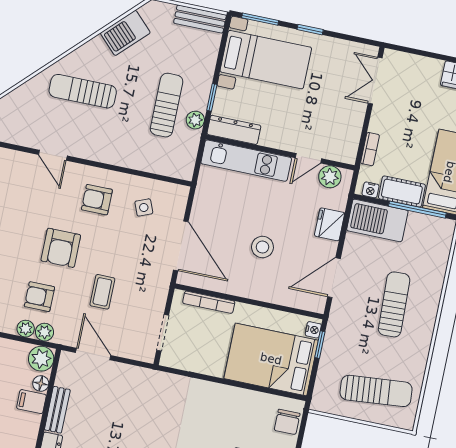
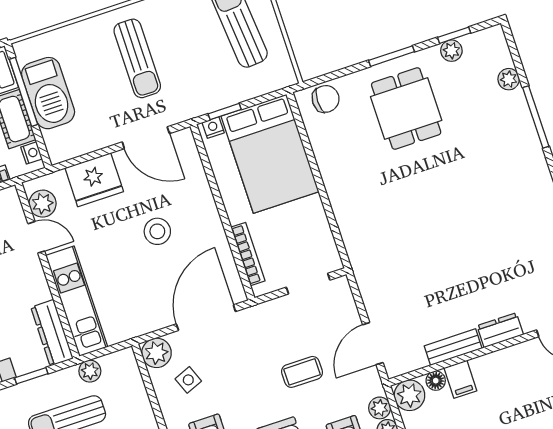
plant: (195, 120) -> (90, 371), moved
plant: (176, 196) -> (157, 353), added
barbecue: (377, 220) -> (48, 93), moved
fridge: (330, 224) -> (94, 180), width x1.36, depth x1.34
sun lounger: (394, 304) -> (137, 58), turned -88

